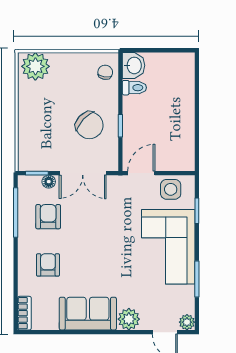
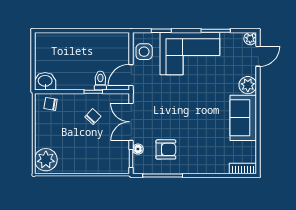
toilet: (134, 88) -> (100, 81), moved
chair: (89, 125) -> (93, 117), width x0.54, depth x0.54
double door: (83, 173) -> (131, 122), swing flipped
door: (141, 173) -> (131, 75), hinge flipped
armchair: (48, 217) -> (166, 149), turned 180
armchair: (48, 265) -> (204, 150), removed

